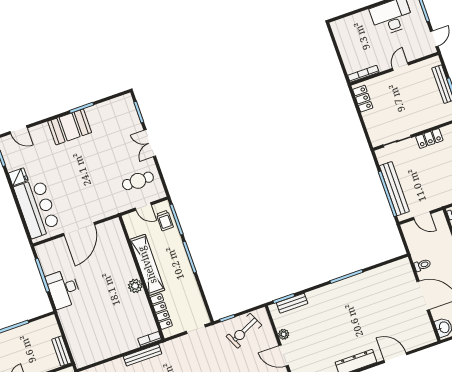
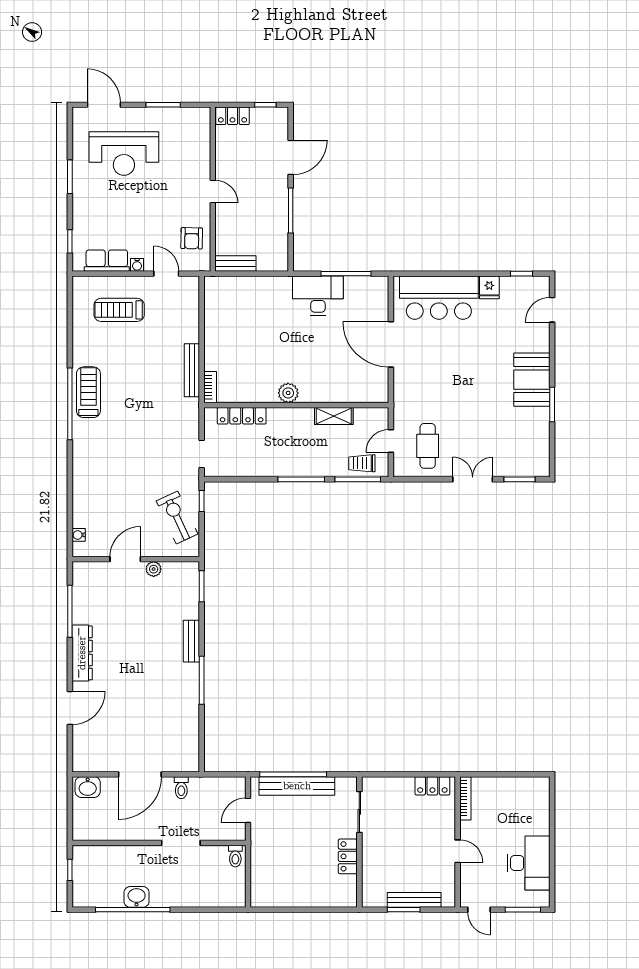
shelving: (147, 265) -> (334, 416), width x0.45, depth x0.75
bench: (292, 303) -> (191, 641), moved

